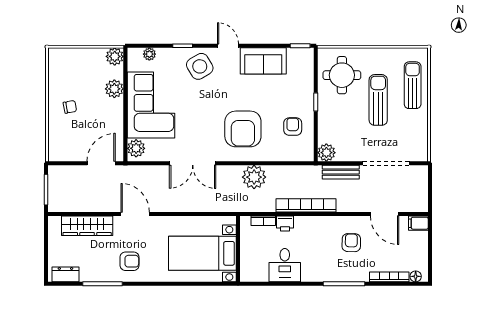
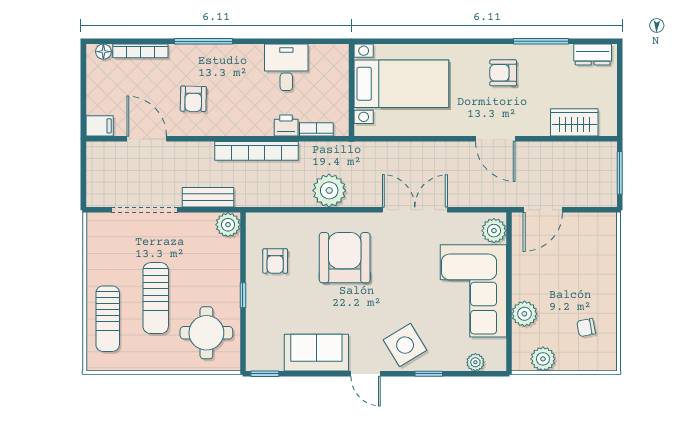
plant: (115, 56) -> (543, 359), moved
chair: (70, 107) -> (586, 327), moved
wardrobe: (87, 226) -> (574, 122), width x0.67

